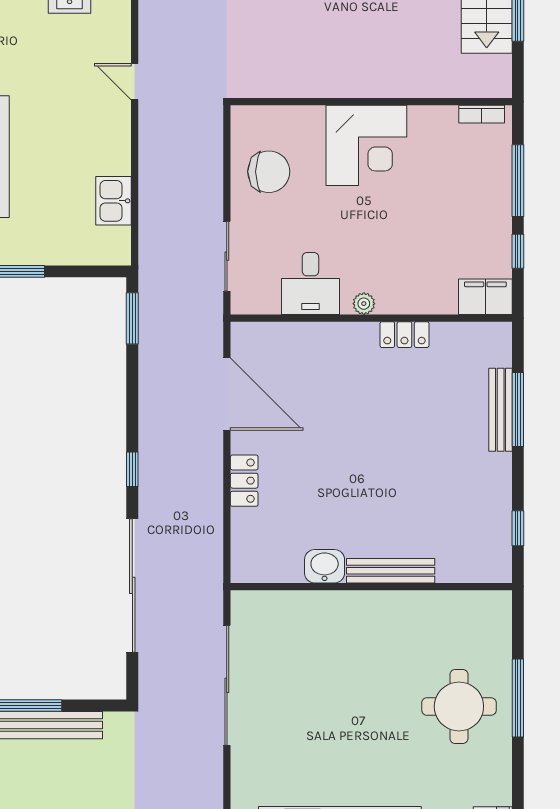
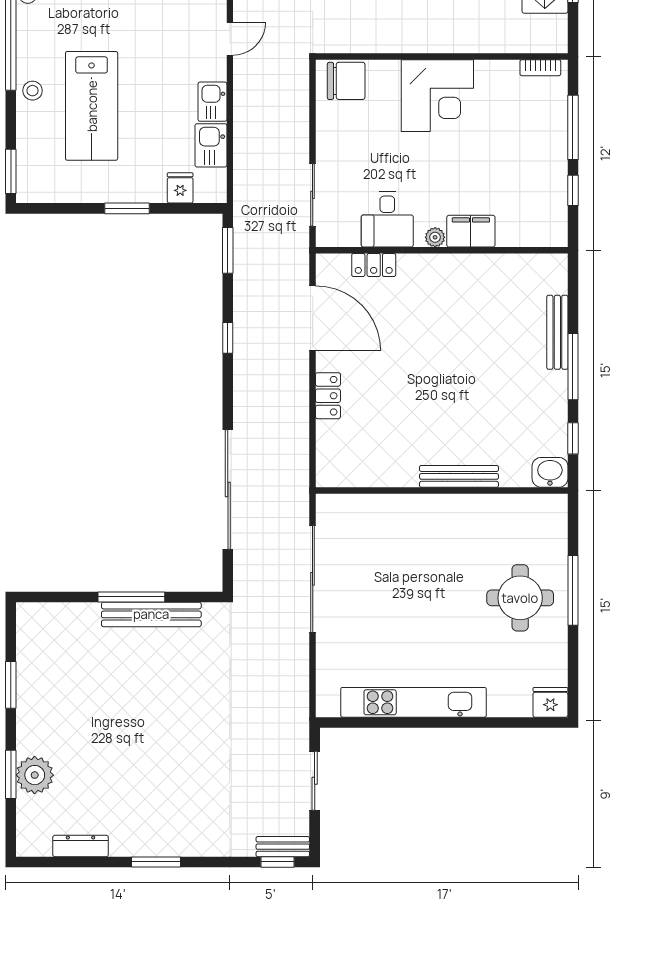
door: (135, 82) -> (230, 39), swing flipped
kitchen sink: (115, 152) -> (212, 102), added
chair: (269, 172) -> (346, 81), moved
fridge: (79, 248) -> (180, 188), added
filing cabinet: (485, 297) -> (471, 231), moved
locker: (404, 335) -> (374, 265), moved
window: (518, 409) -> (573, 367), moved
window: (132, 469) -> (228, 338), moved
washbasin: (325, 566) -> (550, 472), moved

